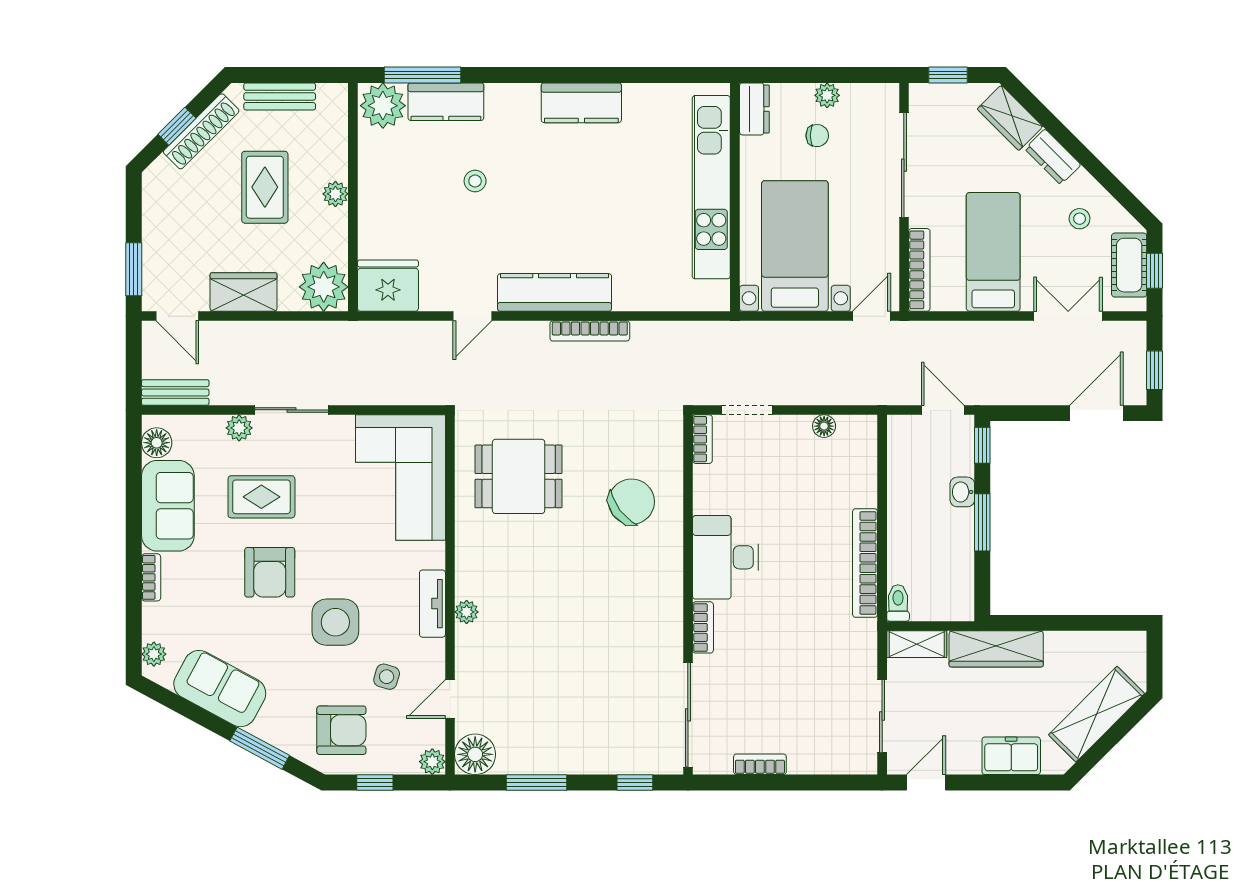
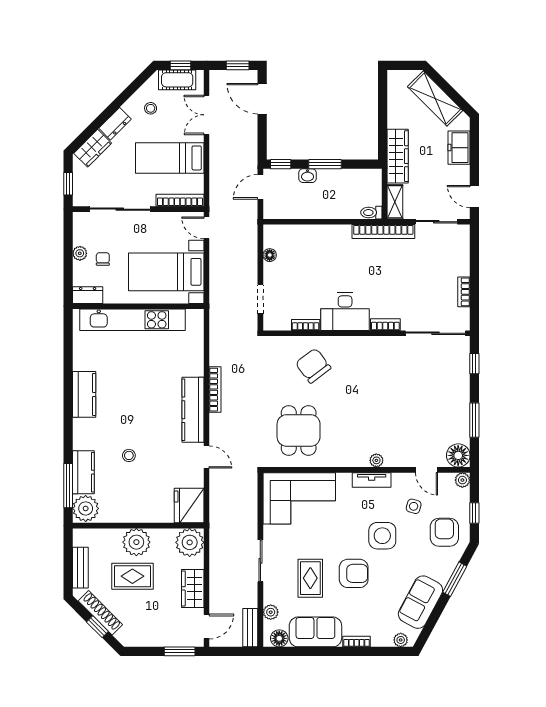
plant: (335, 194) -> (136, 542), width x1.87, depth x1.87
plant: (239, 428) -> (271, 612), moved
bookcase: (702, 439) -> (306, 325), moved
bookcase: (865, 563) -> (383, 232), moved

